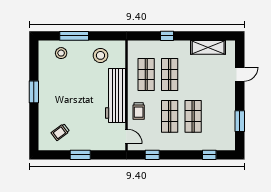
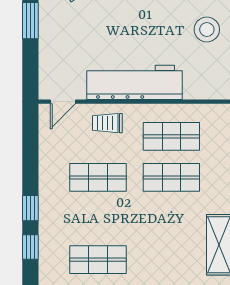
stool: (100, 55) -> (207, 30), moved
shop shelf: (193, 116) -> (98, 260), moved
window: (152, 155) -> (30, 208), moved

